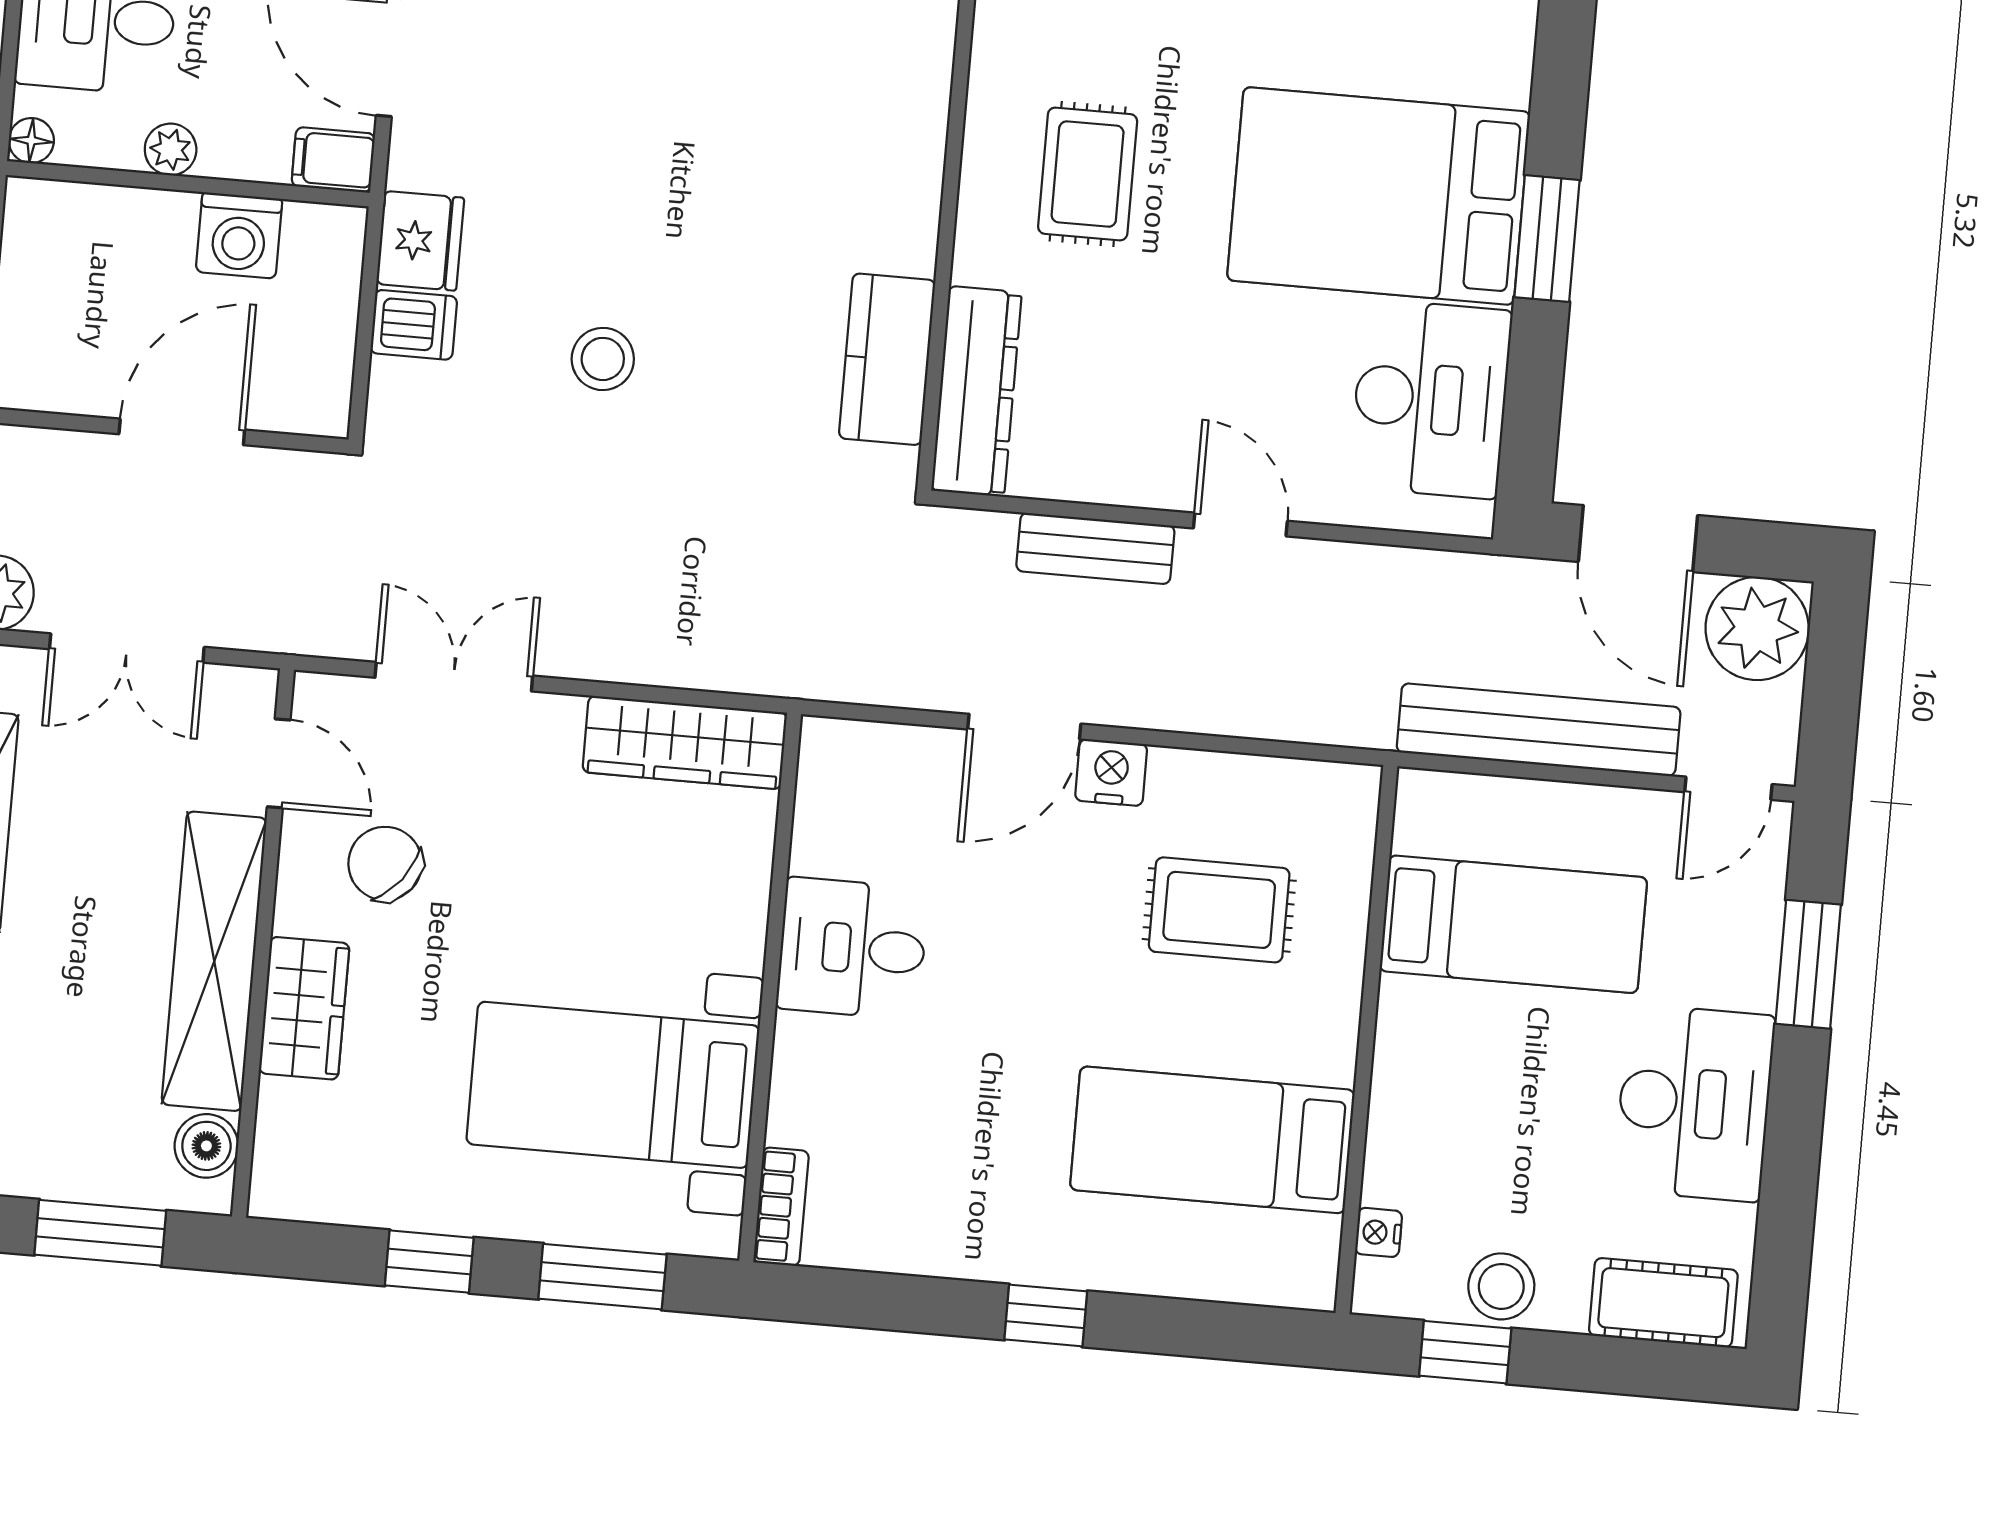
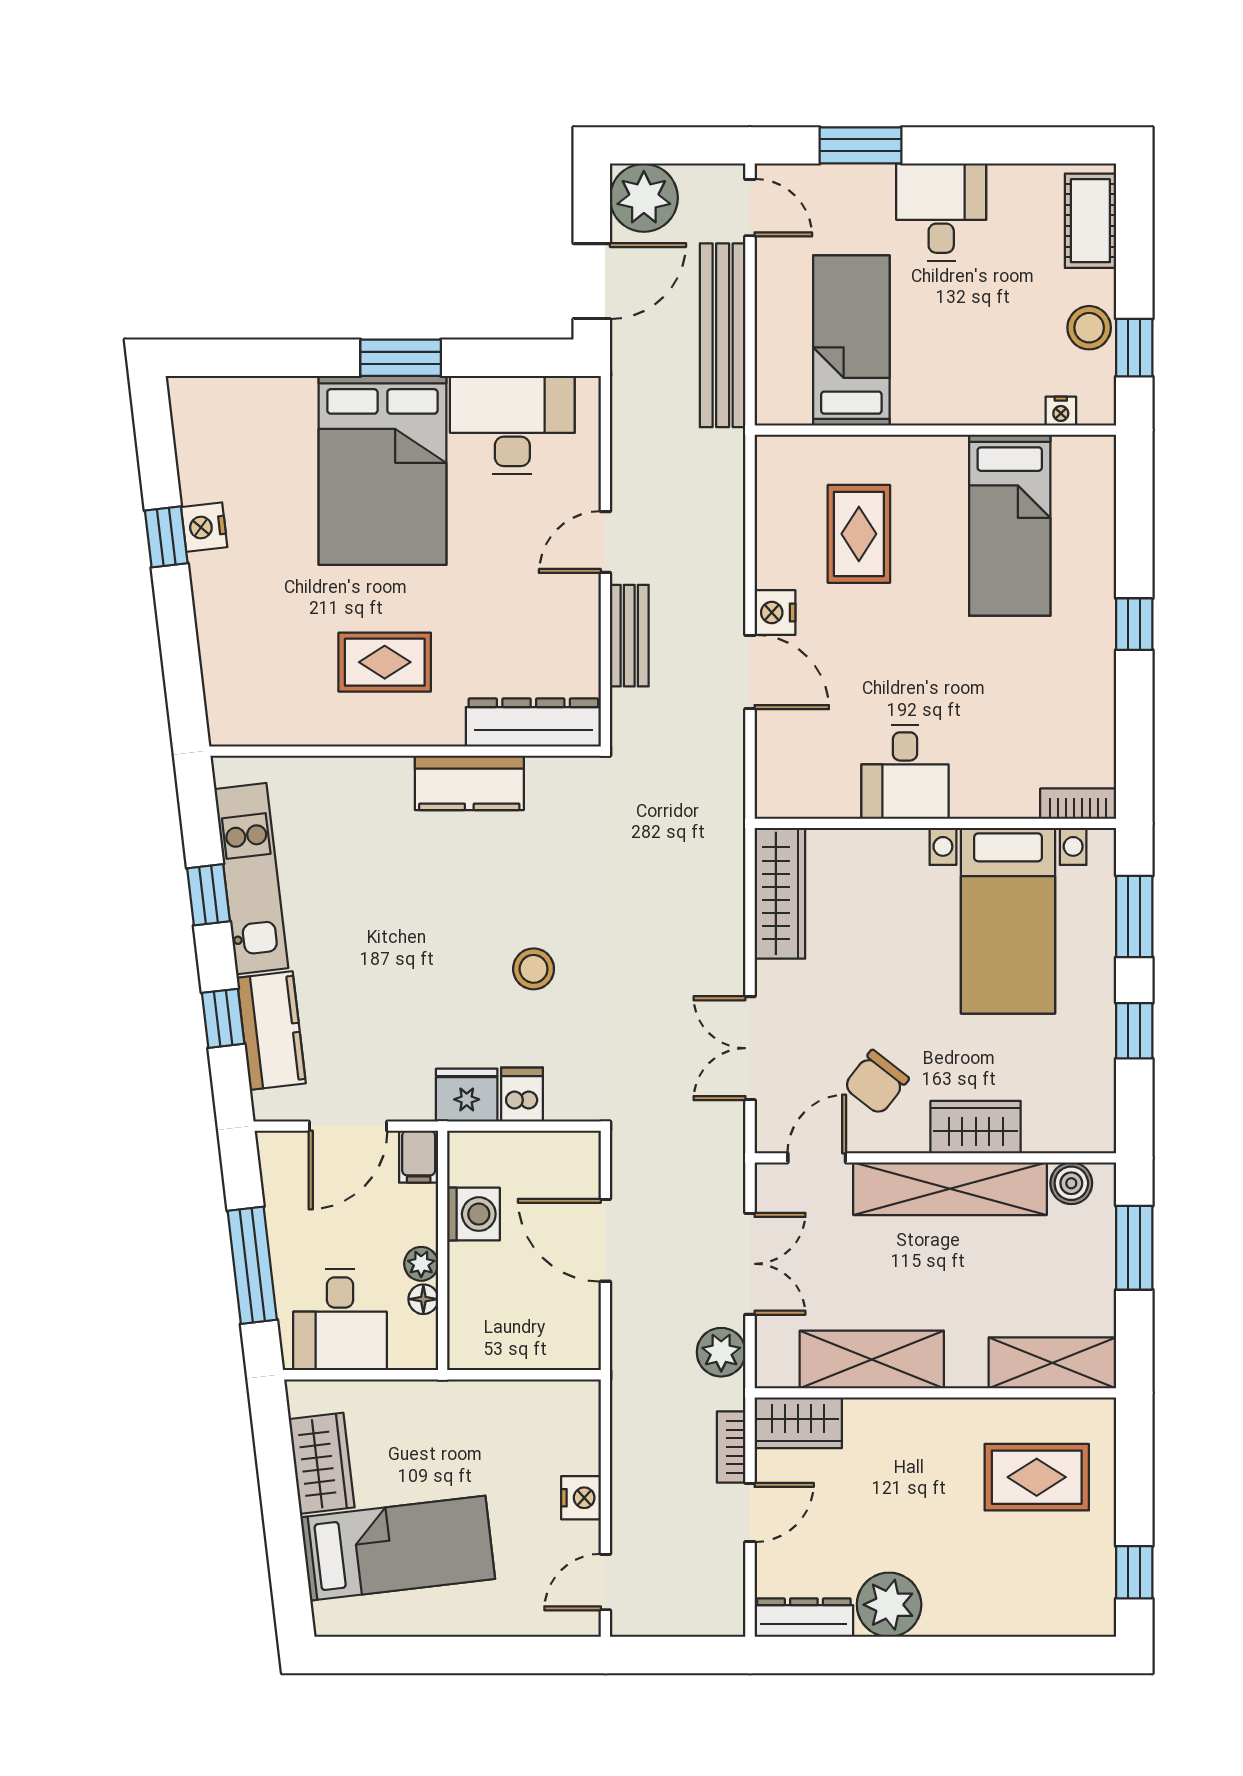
floor lamp: (31, 141) -> (423, 1299), moved
kitchen counter: (887, 359) -> (469, 783), moved
desk: (1694, 1103) -> (941, 212), width x0.73

